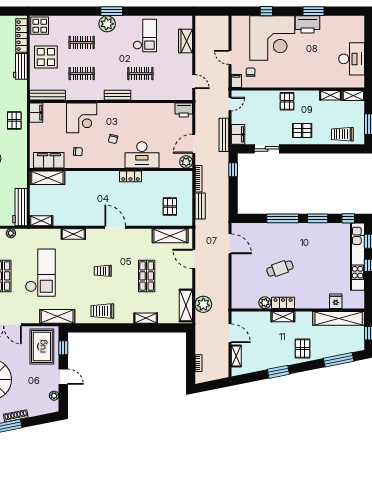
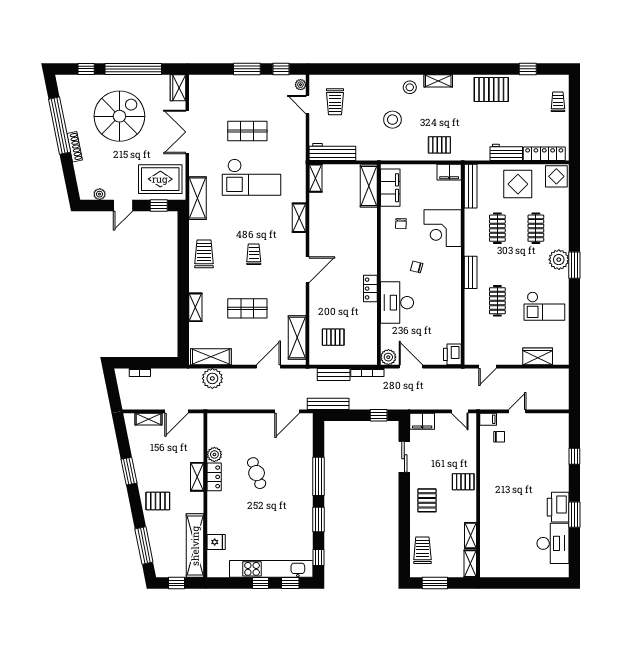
corner desk: (272, 38) -> (541, 463), removed
desk: (352, 59) -> (553, 543), moved, turned -90
bench: (224, 135) -> (328, 404), moved
plant: (11, 233) -> (300, 141), removed

